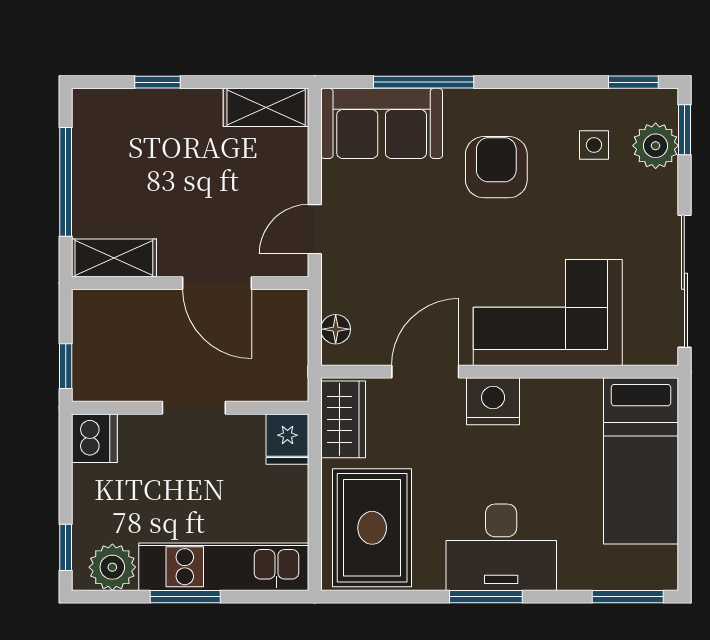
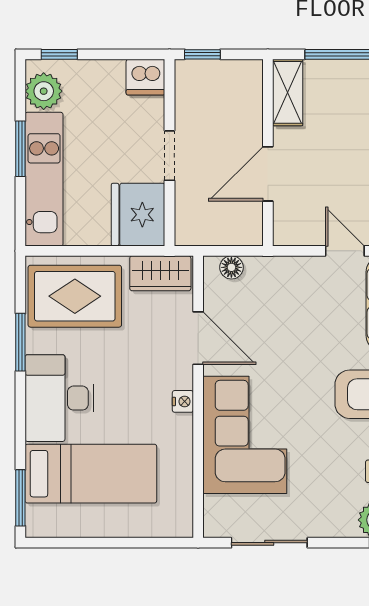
door: (315, 229) -> (345, 251), moved
sliding door: (684, 281) -> (269, 543), width x0.73
nightstand: (493, 401) -> (183, 401), width x0.53, depth x0.56
fridge: (287, 439) -> (138, 215), width x1.88, depth x1.34
bed: (641, 461) -> (91, 474), moved, turned 180
window: (486, 597) -> (20, 342), moved

